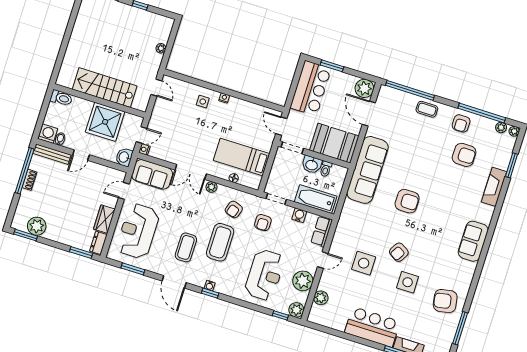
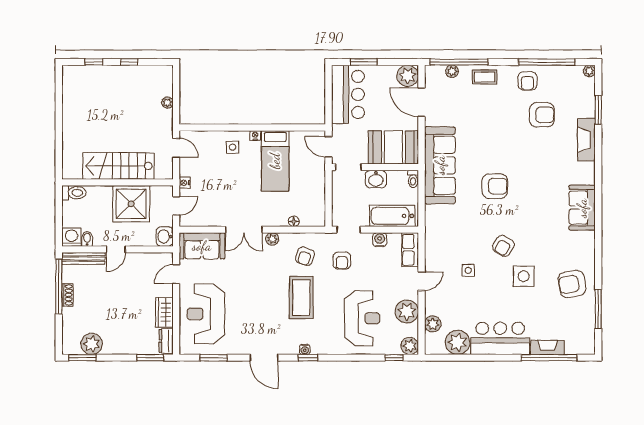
plant: (501, 127) -> (452, 71), moved
nightstand: (144, 150) -> (185, 183), moved
bed: (241, 157) -> (275, 161), moved, turned -90
toilet: (326, 169) -> (413, 179), moved
coffee table: (186, 247) -> (265, 315), removed
side table: (364, 263) -> (468, 270), width x0.54, depth x0.54
plant: (336, 319) -> (457, 342), added

